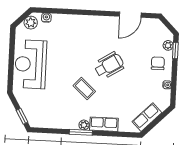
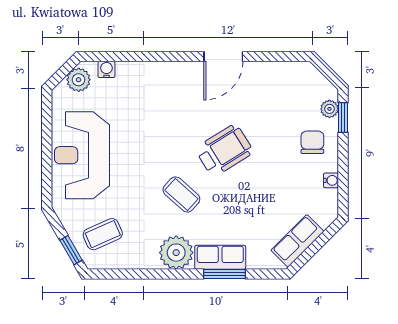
door: (130, 15) -> (223, 56), moved
coffee table: (40, 108) -> (103, 234), added
plant: (84, 125) -> (176, 253), width x1.88, depth x1.88
window: (81, 132) -> (225, 274), moved

